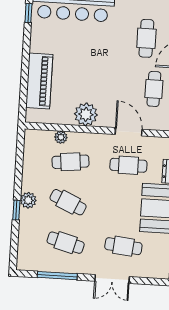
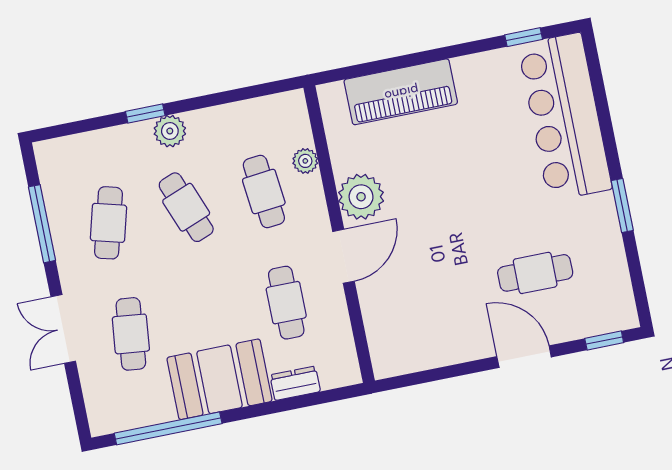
cafe table: (154, 89) -> (443, 312), removed
door: (129, 132) -> (344, 256), moved
cafe table: (68, 202) -> (186, 207), turned -45

